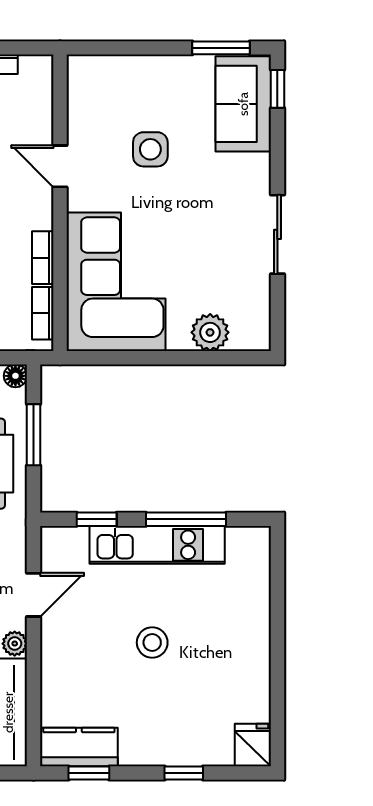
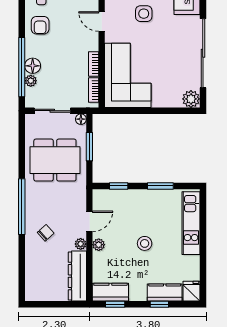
sliding door: (277, 234) -> (203, 53), width x1.86
plant: (210, 332) -> (191, 99), moved
window: (186, 519) -> (160, 186), width x0.69
kitchen unit: (157, 545) -> (191, 223), moved, turned 90
plant: (53, 645) -> (99, 245), added
kitchen counter: (195, 748) -> (165, 293), added

